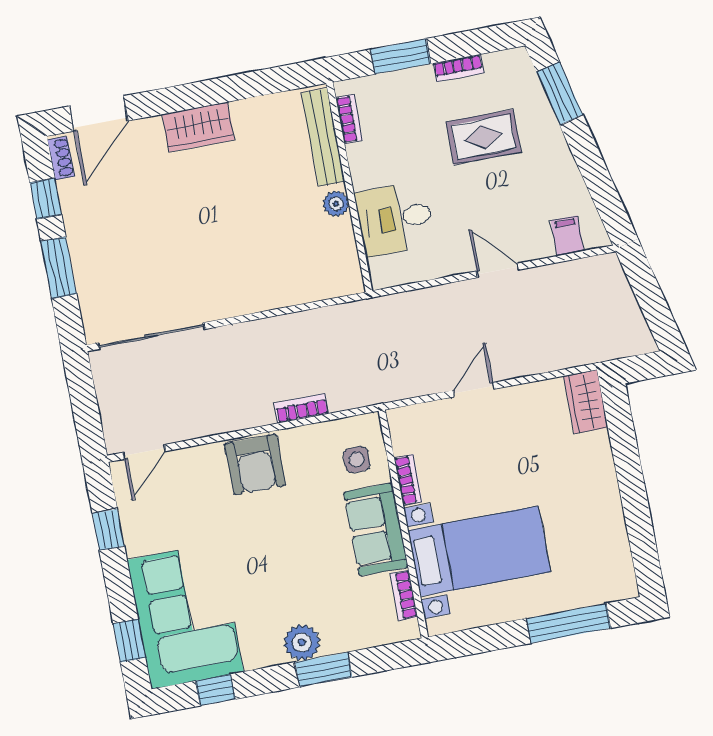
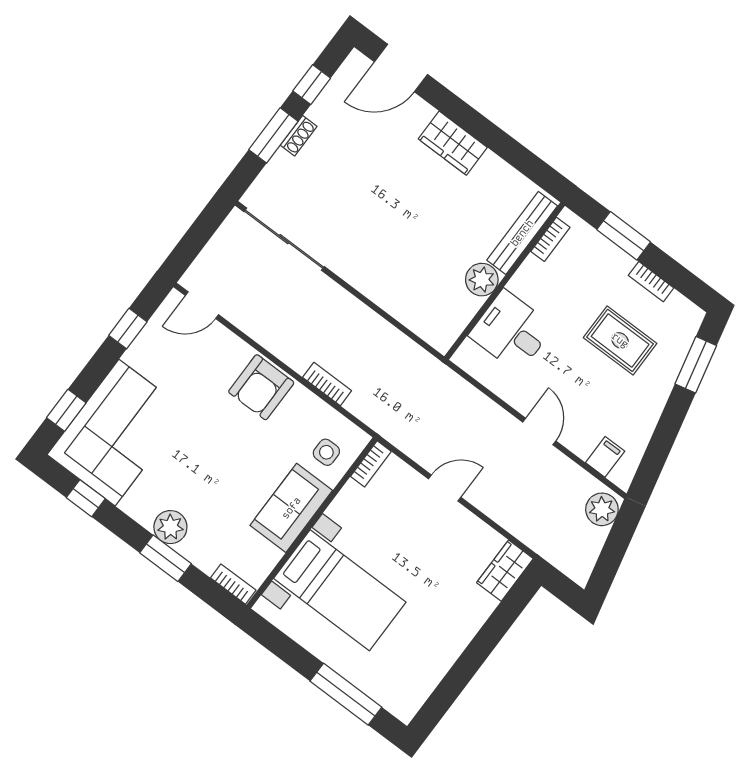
shoe rack: (61, 158) -> (299, 136), moved
plant: (336, 204) -> (482, 280), width x1.38, depth x1.38
plant: (608, 277) -> (602, 509), added
bookcase: (408, 480) -> (371, 464), moved
bookcase: (404, 595) -> (233, 584), moved, turned 90

